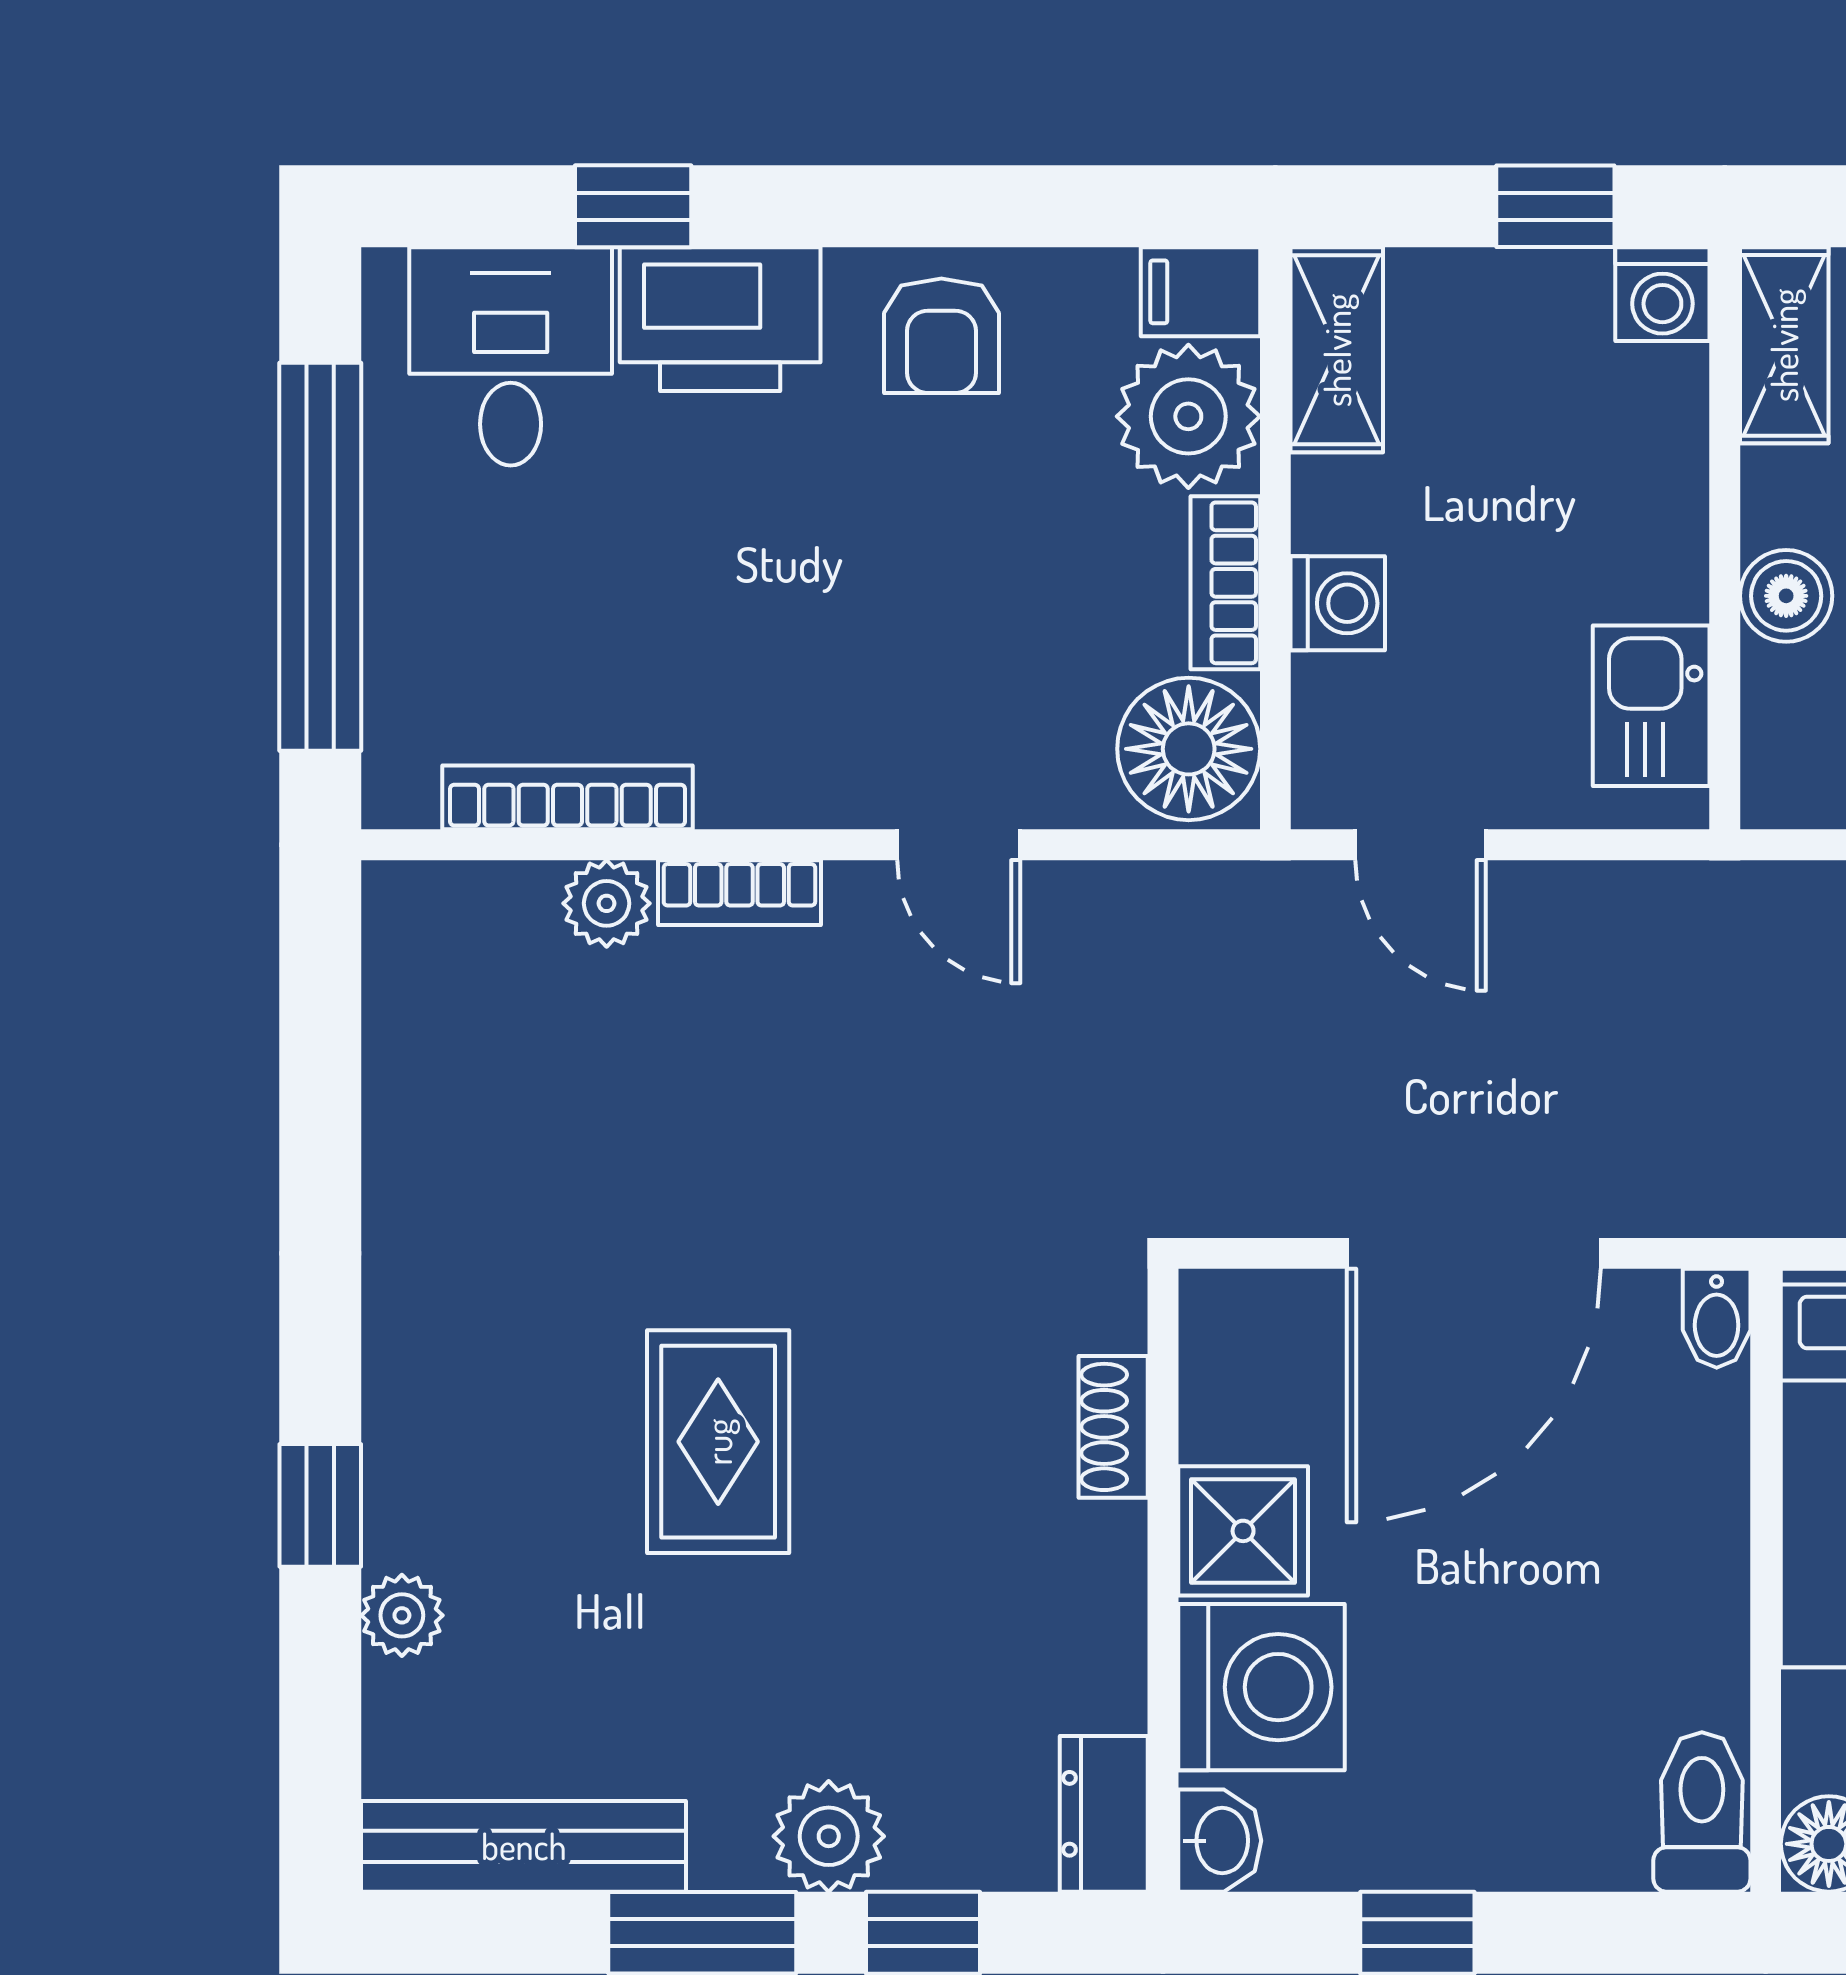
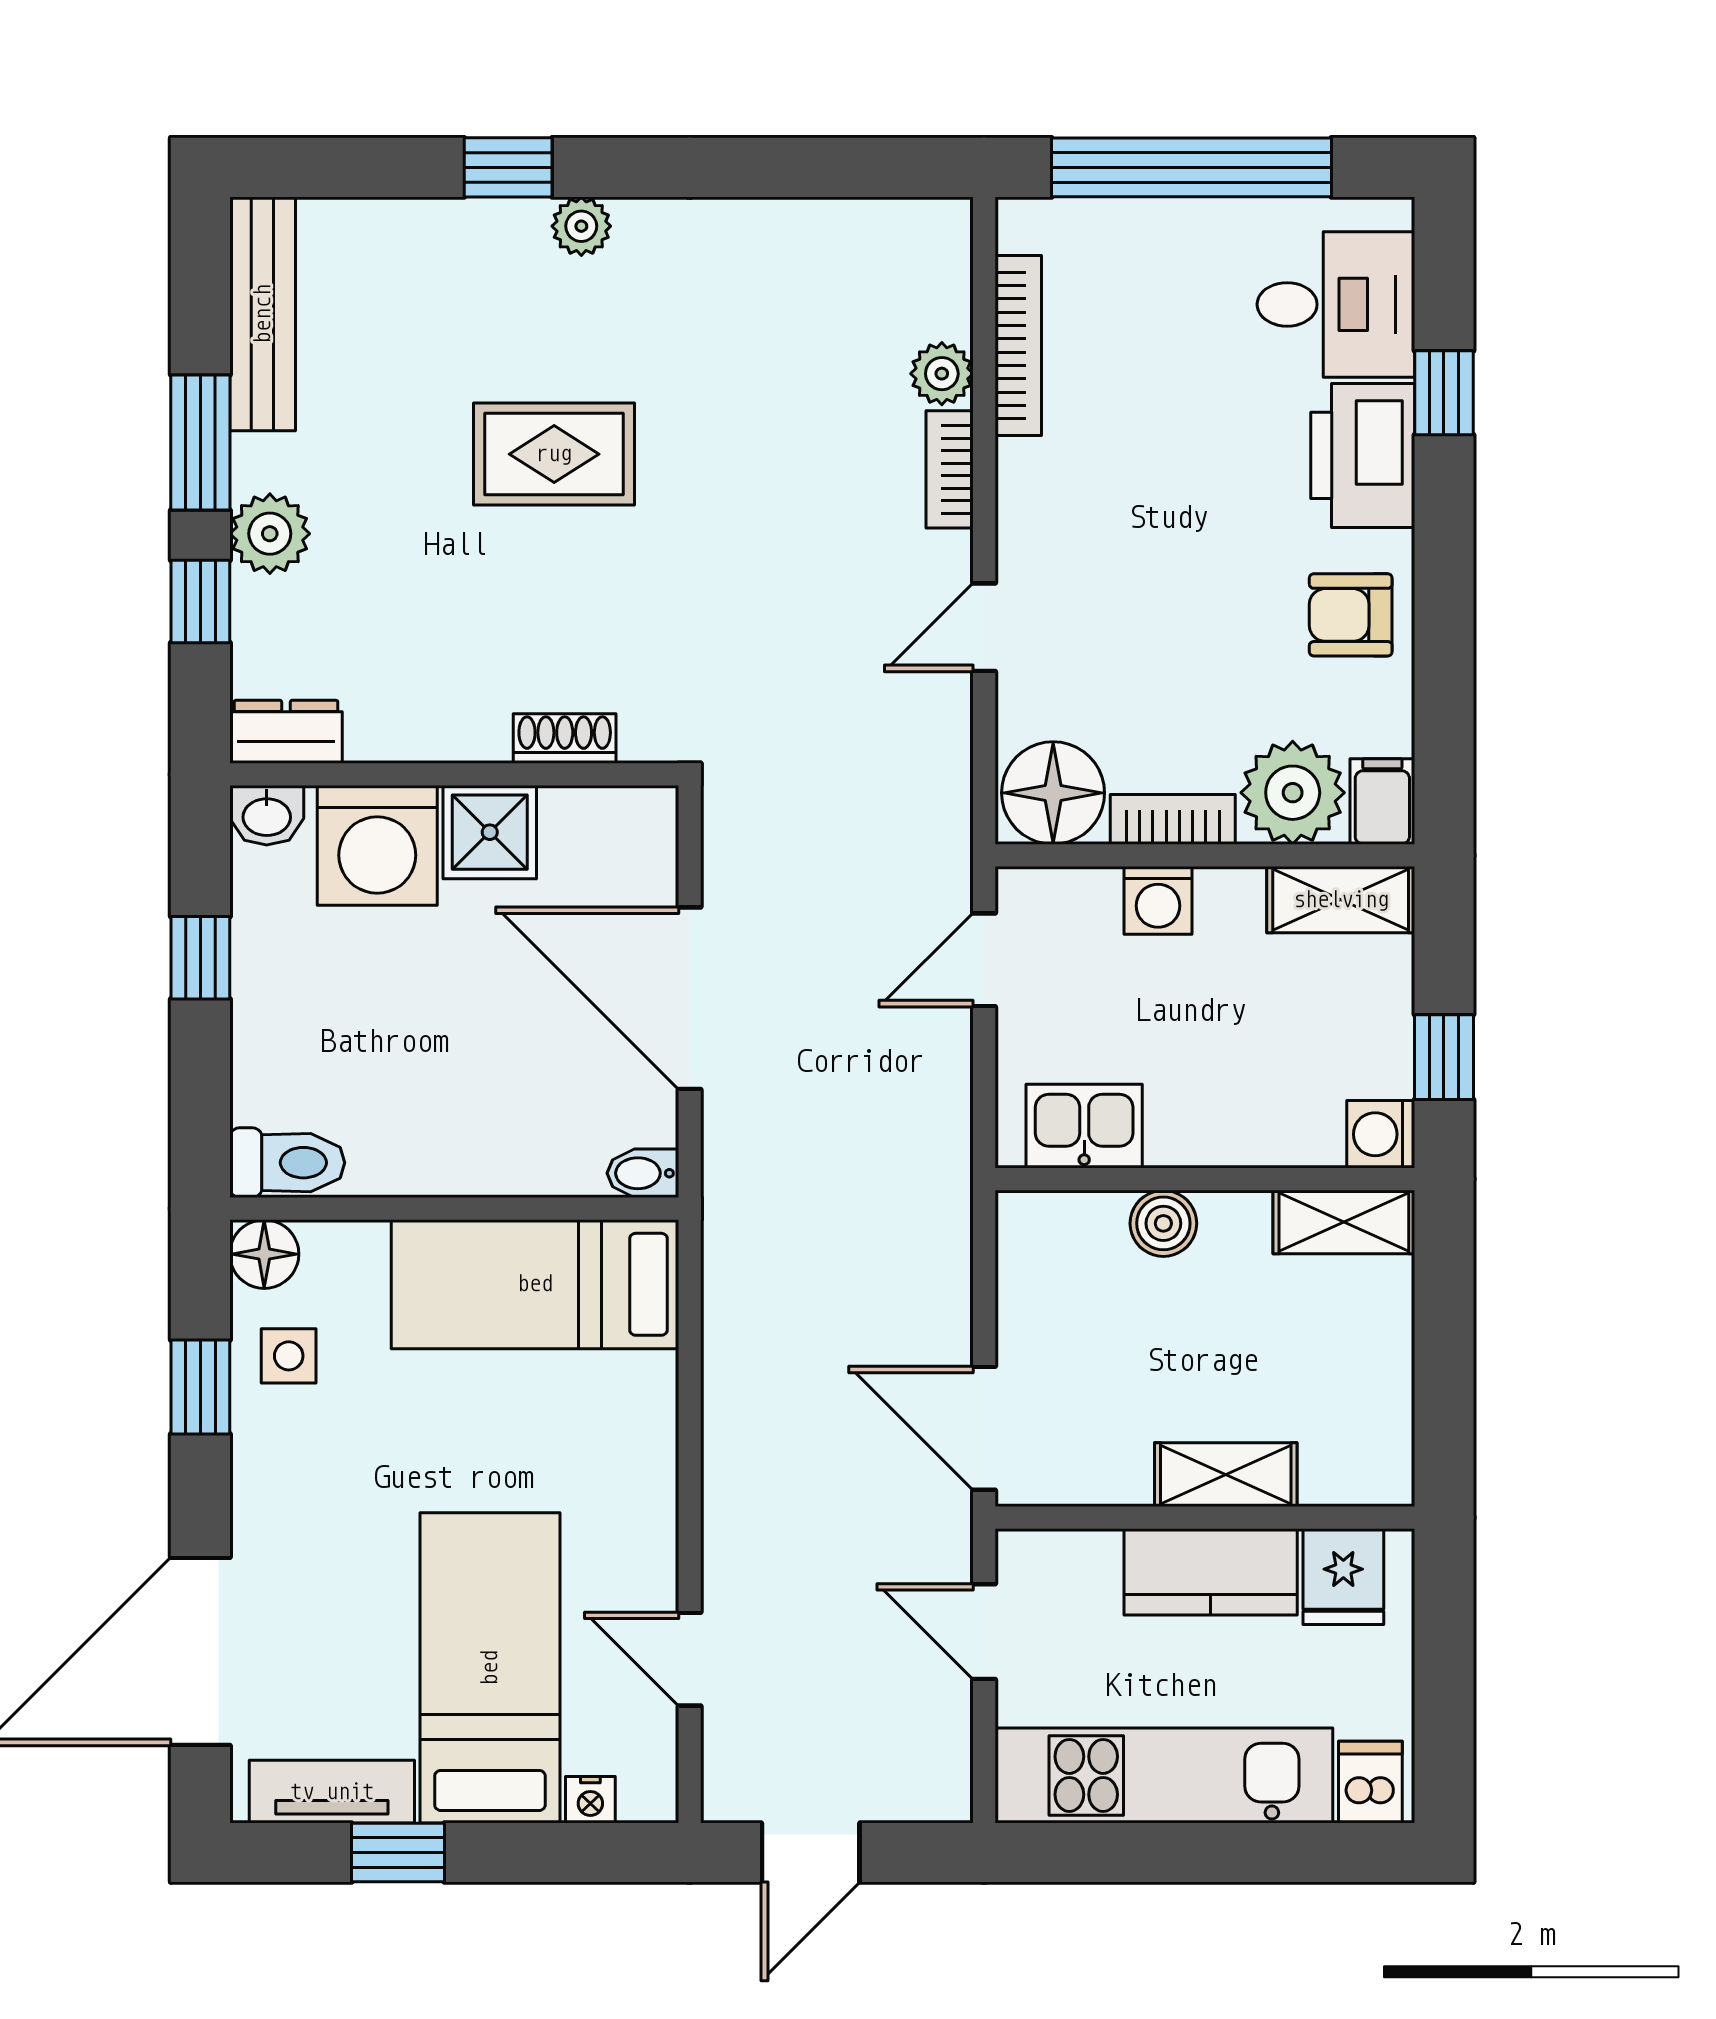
plant: (402, 1615) -> (581, 226), moved

